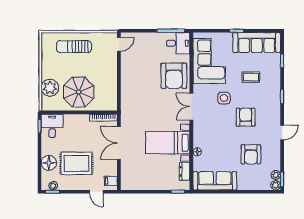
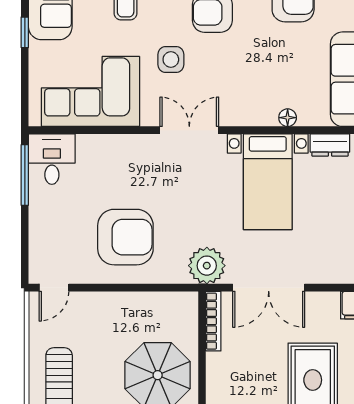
door: (119, 44) -> (54, 288), swing flipped
armchair: (174, 76) -> (125, 237), moved
double door: (191, 107) -> (189, 130), swing flipped
plant: (129, 115) -> (207, 266), added

